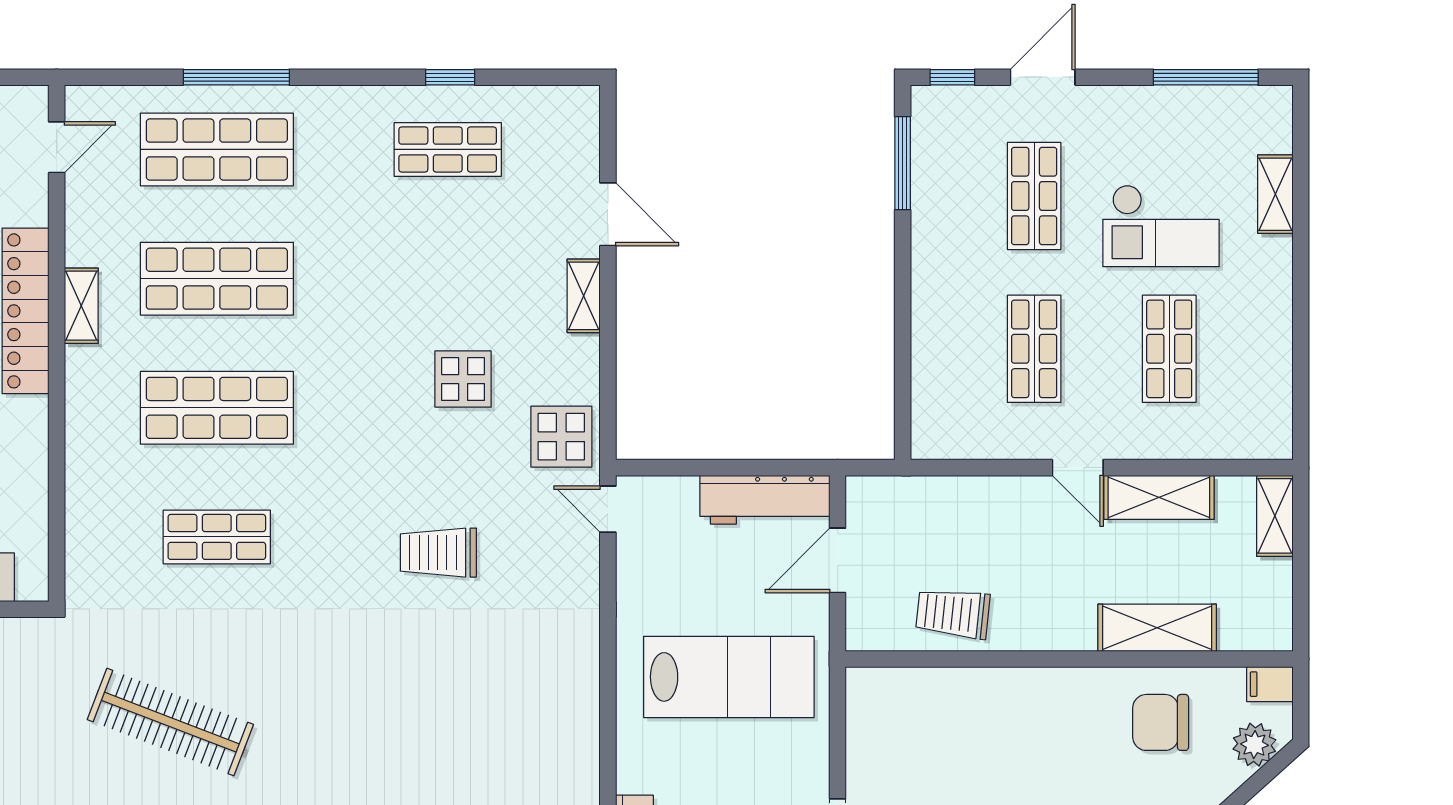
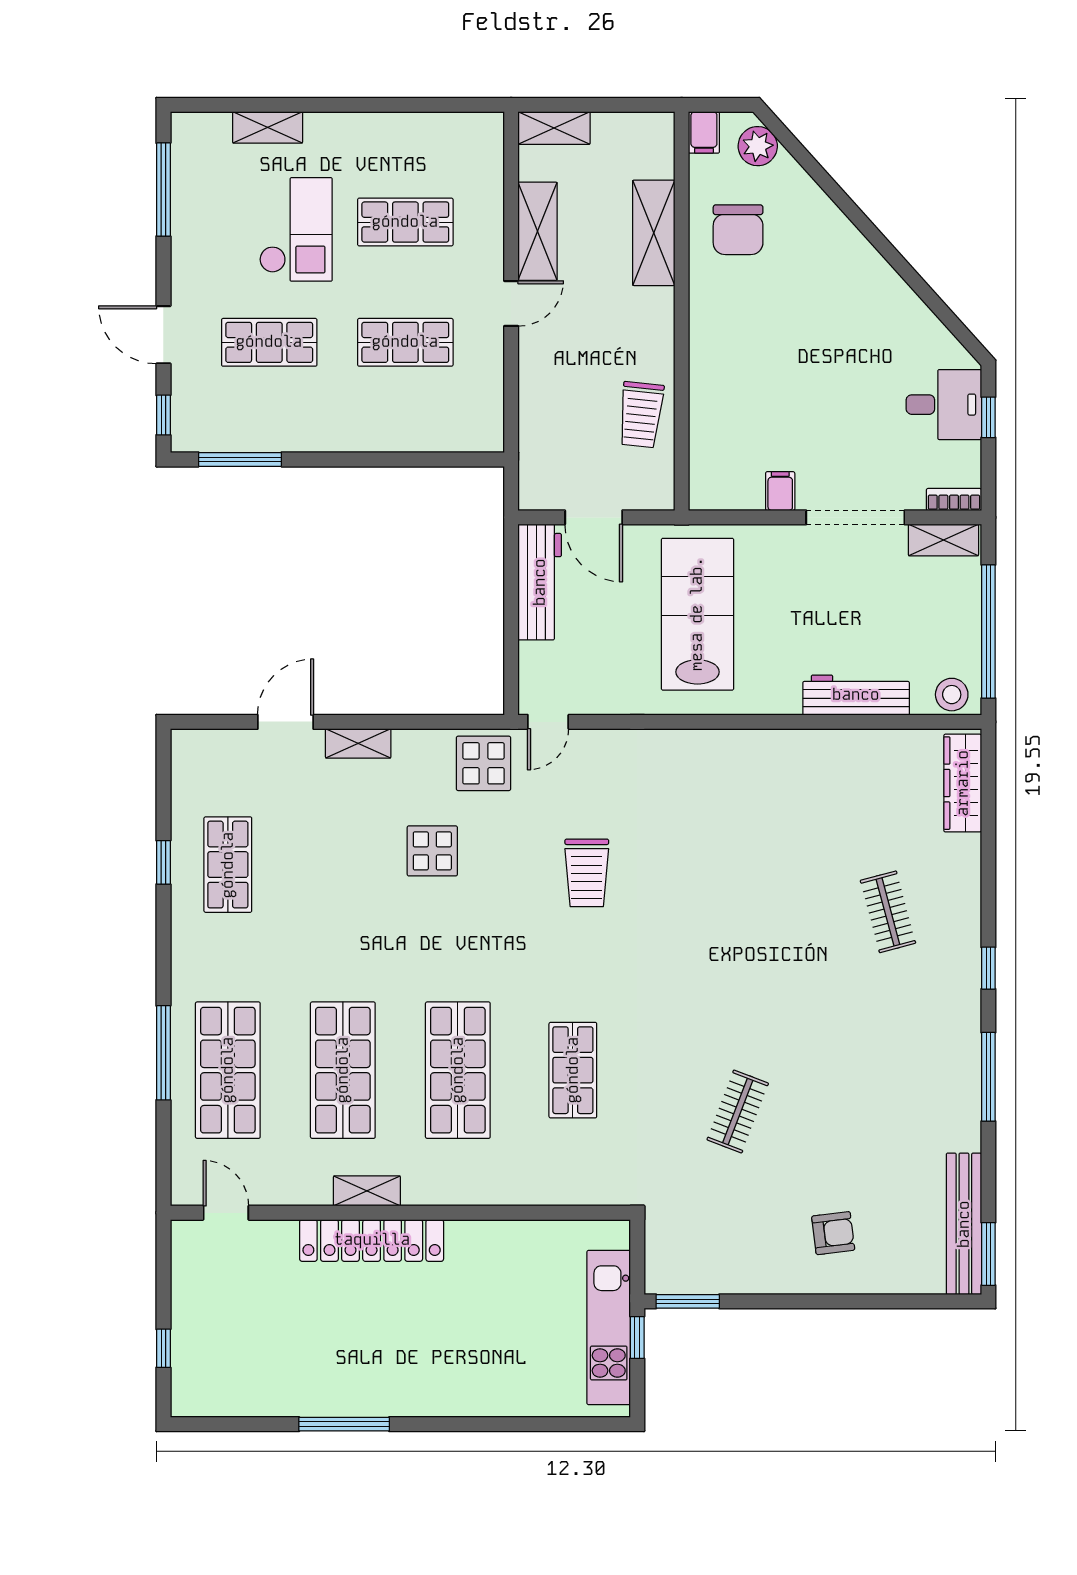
clothes rail: (170, 722) -> (738, 1111), width x0.54, depth x0.76
filing cabinet: (867, 770) -> (780, 491), added

